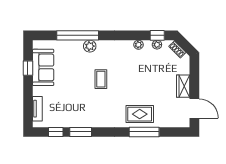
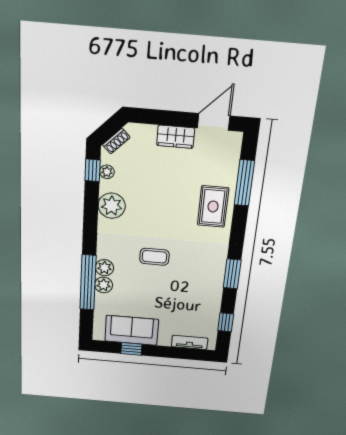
plant: (138, 45) -> (112, 206), width x1.87, depth x1.87
plant: (77, 46) -> (104, 285), added
window: (81, 132) -> (232, 274), moved
window: (144, 132) -> (244, 183), moved

